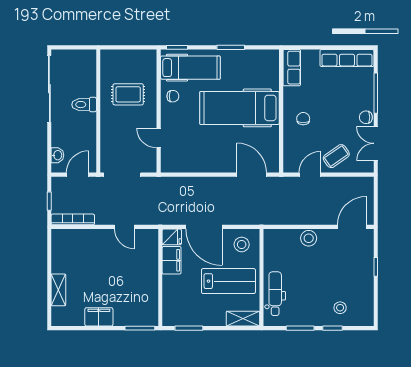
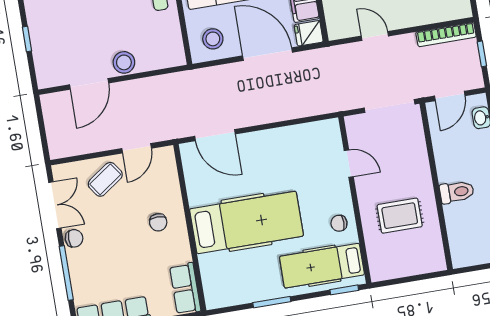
door: (352, 227) -> (89, 84), moved

